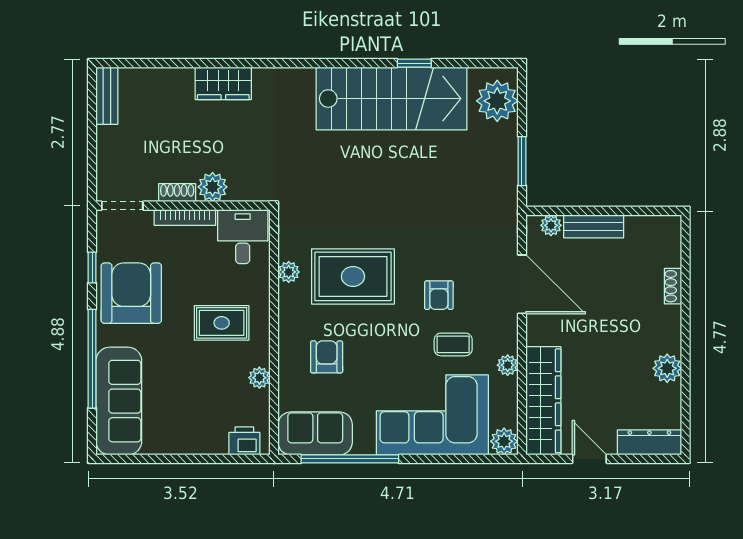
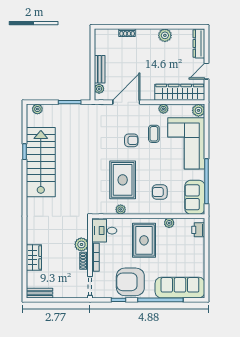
wardrobe: (223, 83) -> (34, 258), moved
plant: (497, 101) -> (37, 109), width x0.53, depth x0.53
rug: (222, 323) -> (144, 240), width x1.36, depth x1.43

